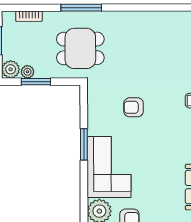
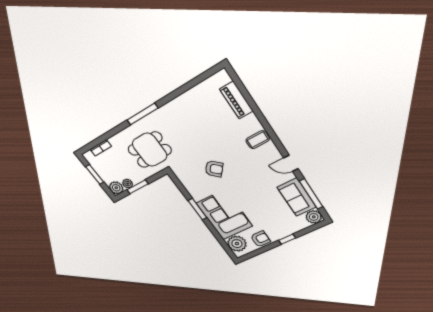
window: (81, 8) -> (142, 114), moved
armchair: (134, 107) -> (214, 169), turned -139

